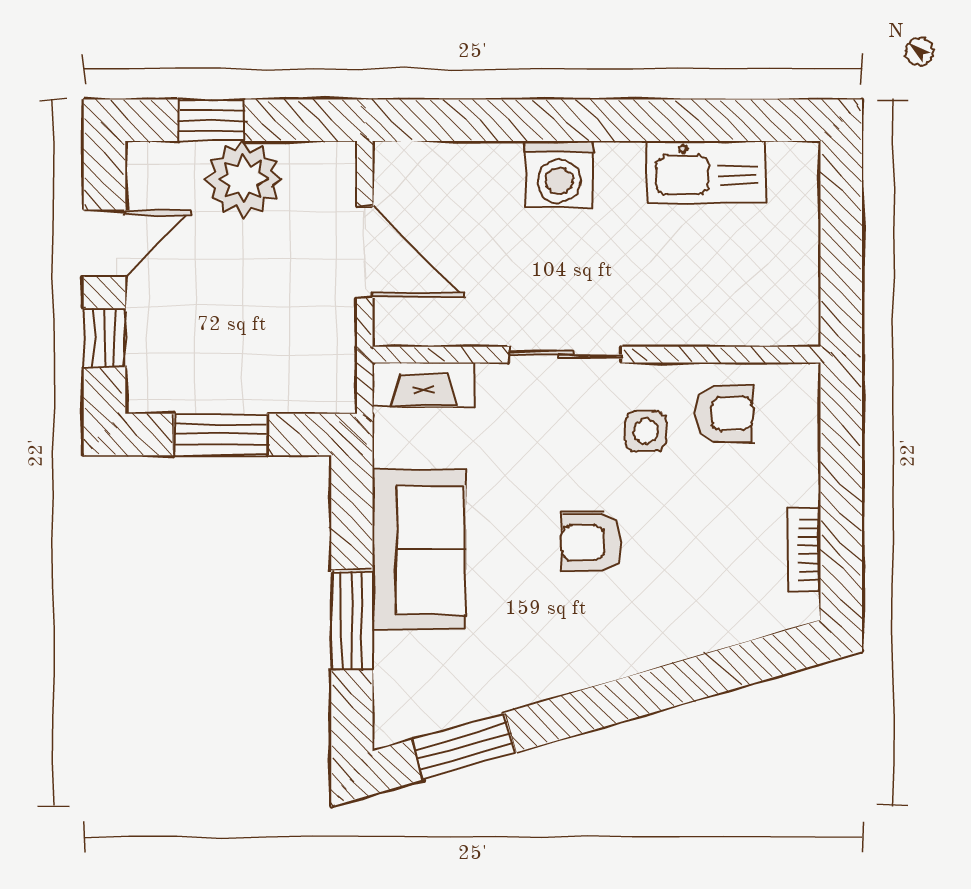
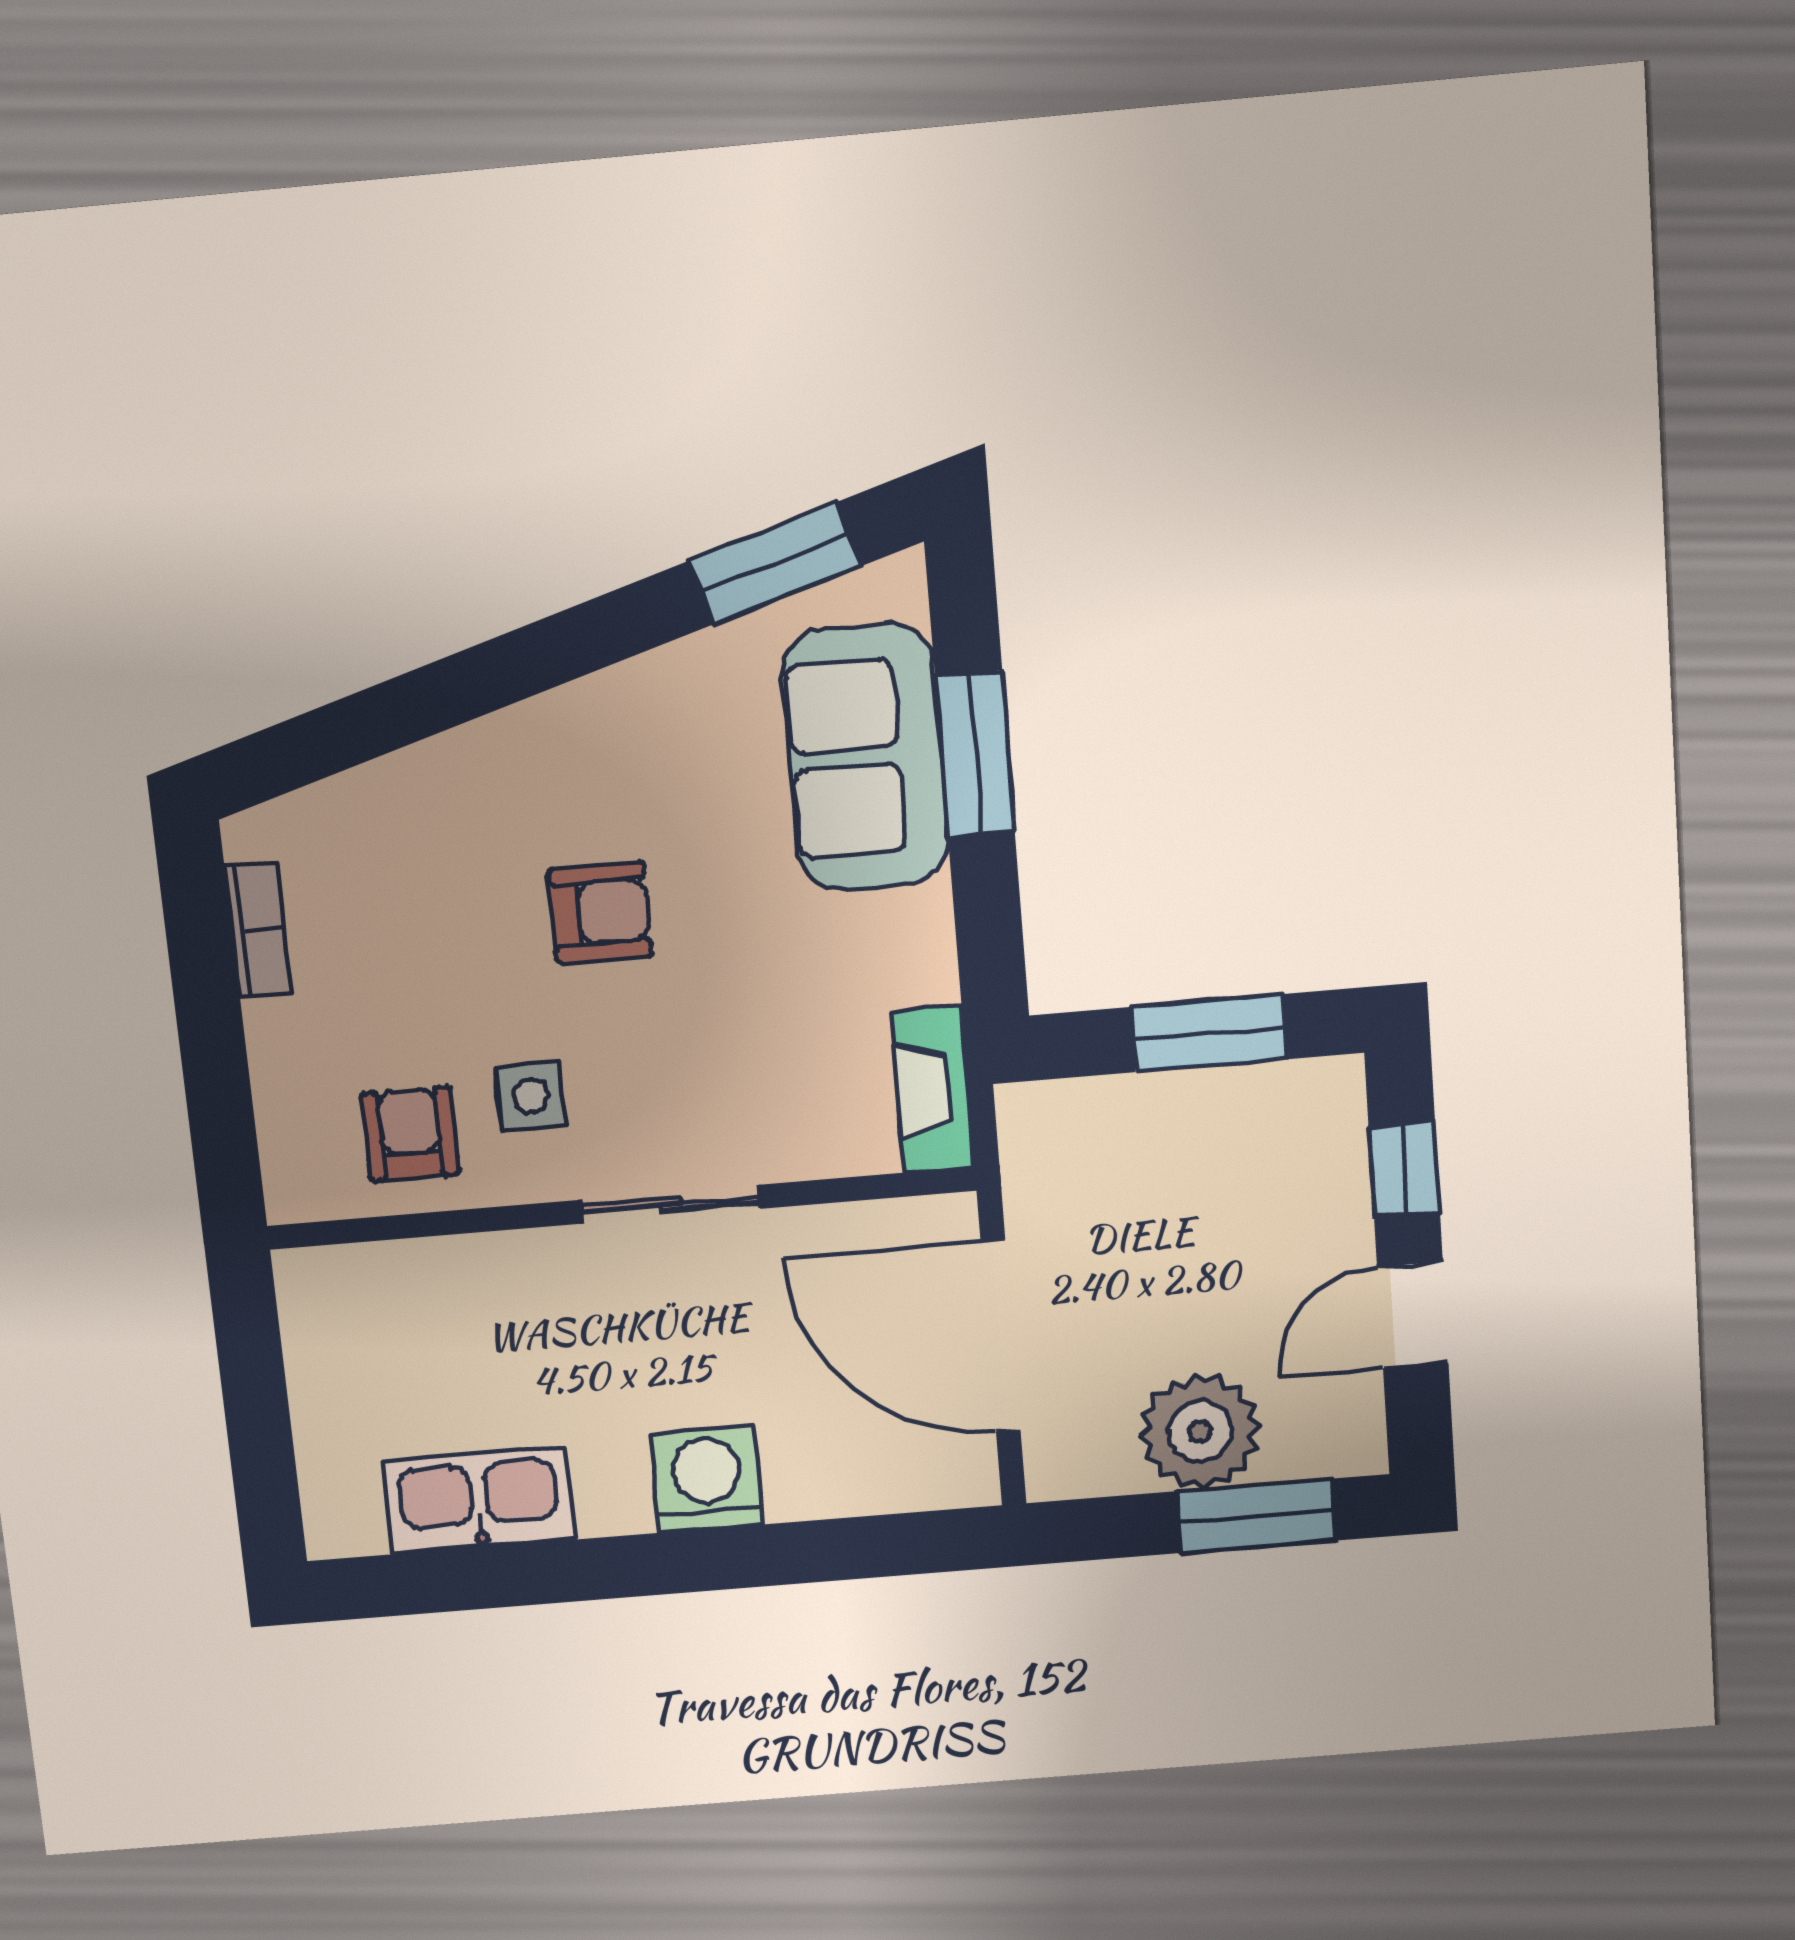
window: (211, 120) -> (1256, 1516), width x1.50
door: (365, 252) -> (1001, 1336), width x1.36
fireplace: (424, 384) -> (933, 1089), moved, turned -90
armchair: (724, 414) -> (410, 1134), turned 90
sofa: (419, 550) -> (866, 757), moved

